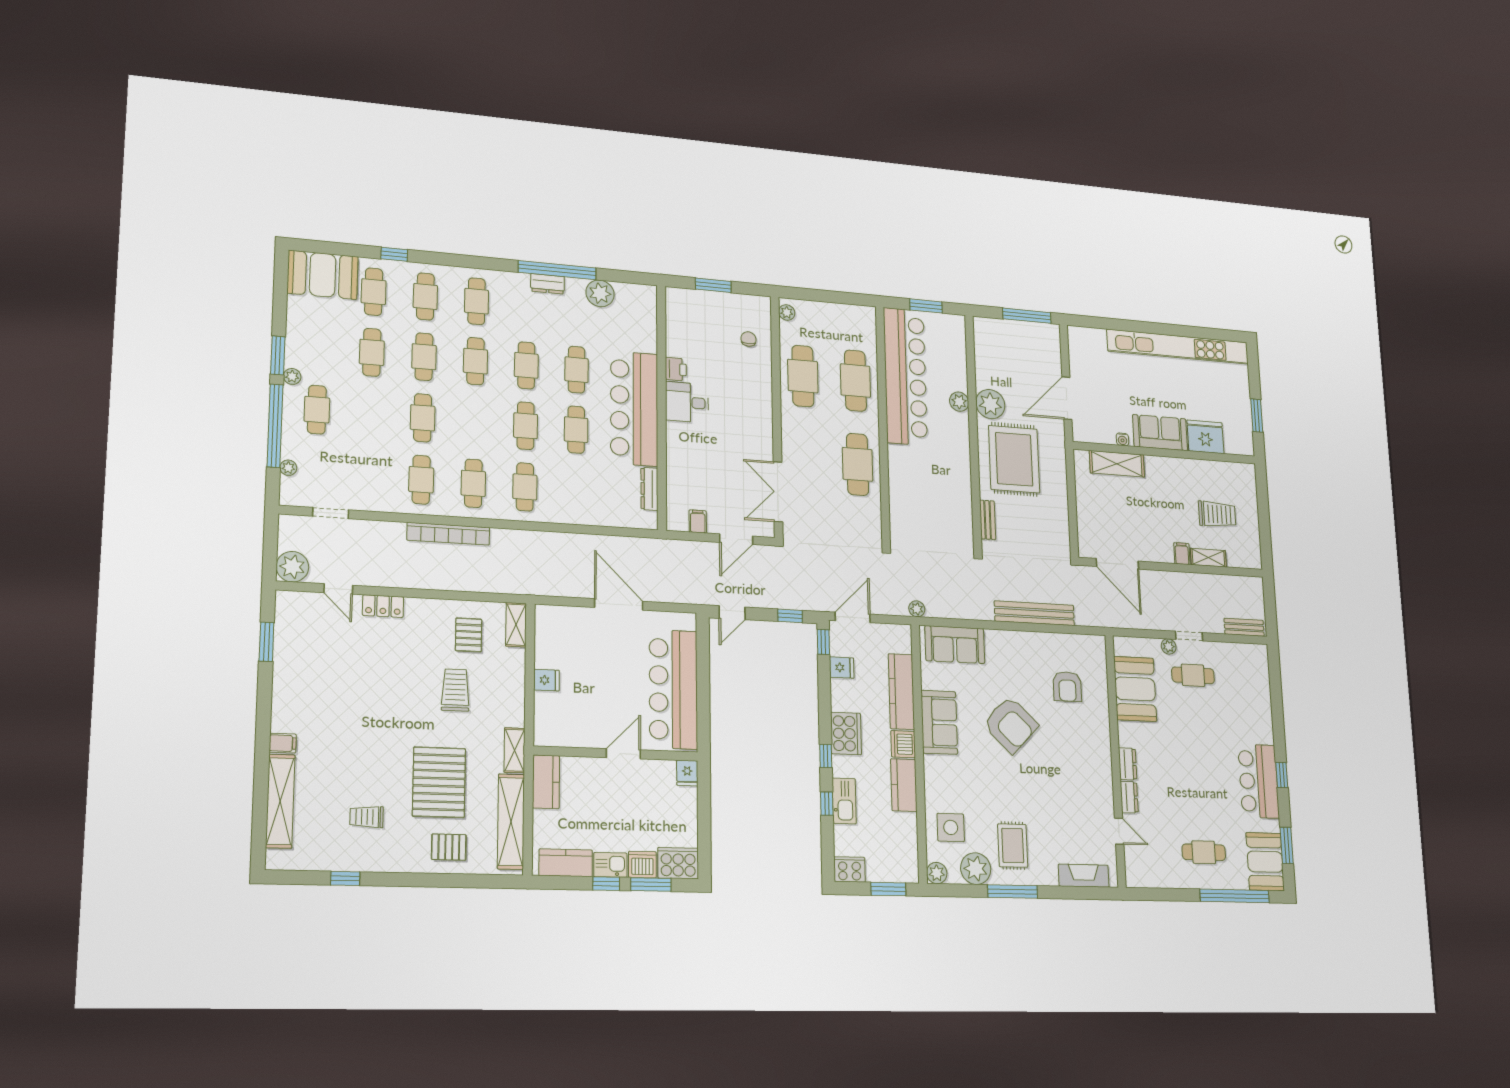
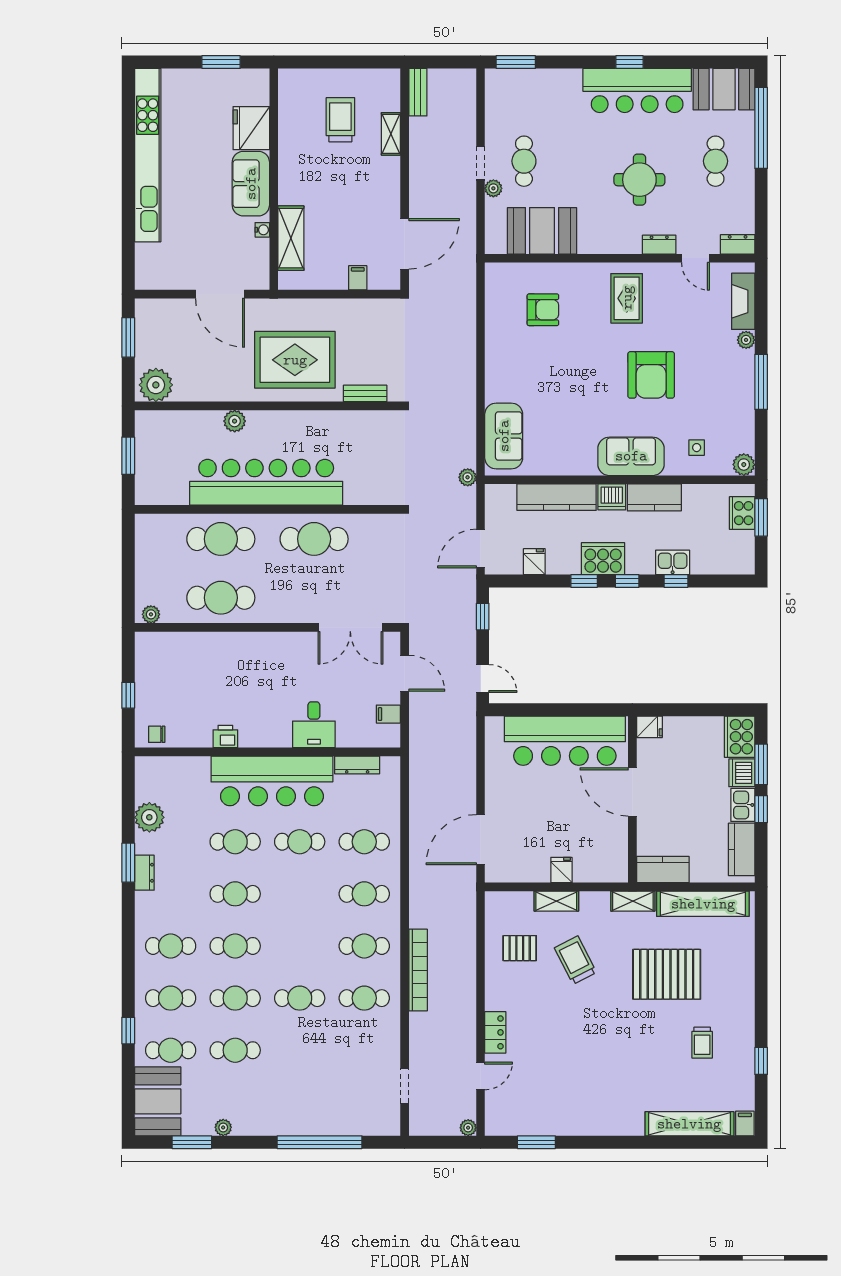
window: (557, 270) -> (128, 863), width x0.47
window: (713, 285) -> (128, 695), width x0.67
window: (1027, 316) -> (128, 337), width x0.69
chair: (748, 339) -> (157, 734), moved
window: (278, 355) -> (192, 1142), moved
plant: (292, 376) -> (223, 1127), moved
bar counter: (905, 376) -> (266, 482), moved
desk: (687, 402) -> (314, 725), moved
plant: (990, 404) -> (156, 385), moved
cafe table: (317, 410) -> (300, 1102), removed
cafe table: (526, 426) -> (364, 842), moved
plant: (288, 468) -> (361, 1128), removed
filing cabinet: (1182, 554) -> (358, 278), moved, turned 90
plant: (292, 567) -> (468, 1128), width x0.53, depth x0.53
door: (619, 604) -> (481, 840), moved
bench: (1034, 613) -> (465, 344), removed
door: (853, 617) -> (481, 549), hinge flipped
shelving: (516, 625) -> (556, 901), moved
bench: (1244, 627) -> (418, 92), moved
window: (823, 642) -> (584, 581), moved
trolley: (455, 690) -> (575, 960), turned 63
sofa: (939, 722) -> (631, 456), moved
armchair: (1011, 725) -> (651, 375), moved, turned 136
filing cabinet: (283, 743) -> (745, 1123), moved
door: (623, 754) -> (632, 792), width x1.36
dresser: (1128, 764) -> (738, 244), moved
round table: (1184, 781) -> (639, 180), added
bar counter: (1259, 781) -> (637, 90), width x1.36
kitchen sink: (844, 801) -> (673, 562), width x0.73
side table: (951, 827) -> (697, 448), width x0.54, depth x0.54
door: (1119, 831) -> (695, 258), swing flipped
rug: (1013, 846) -> (627, 298), moved, turned 90
window: (1287, 846) -> (516, 62), moved
pallet: (449, 847) -> (729, 964), removed
cooker: (850, 869) -> (742, 513), moved
plant: (976, 869) -> (746, 340), moved, width x0.53, depth x0.53

